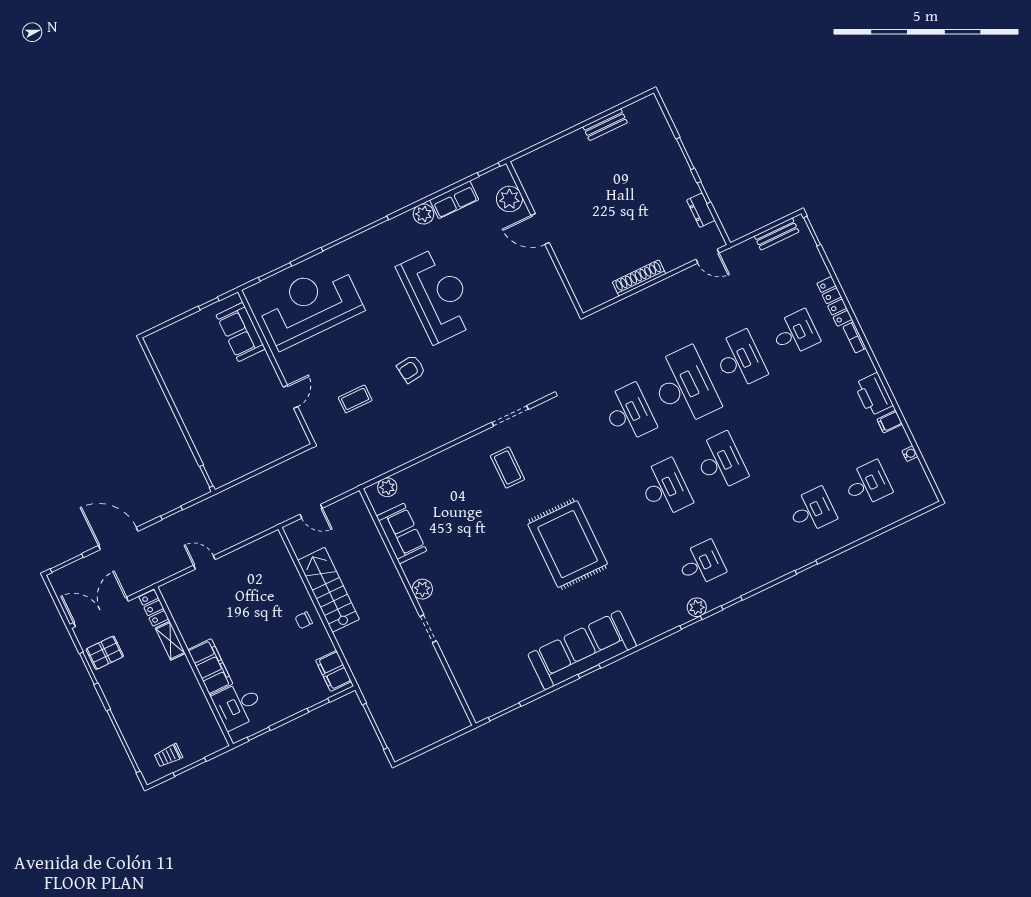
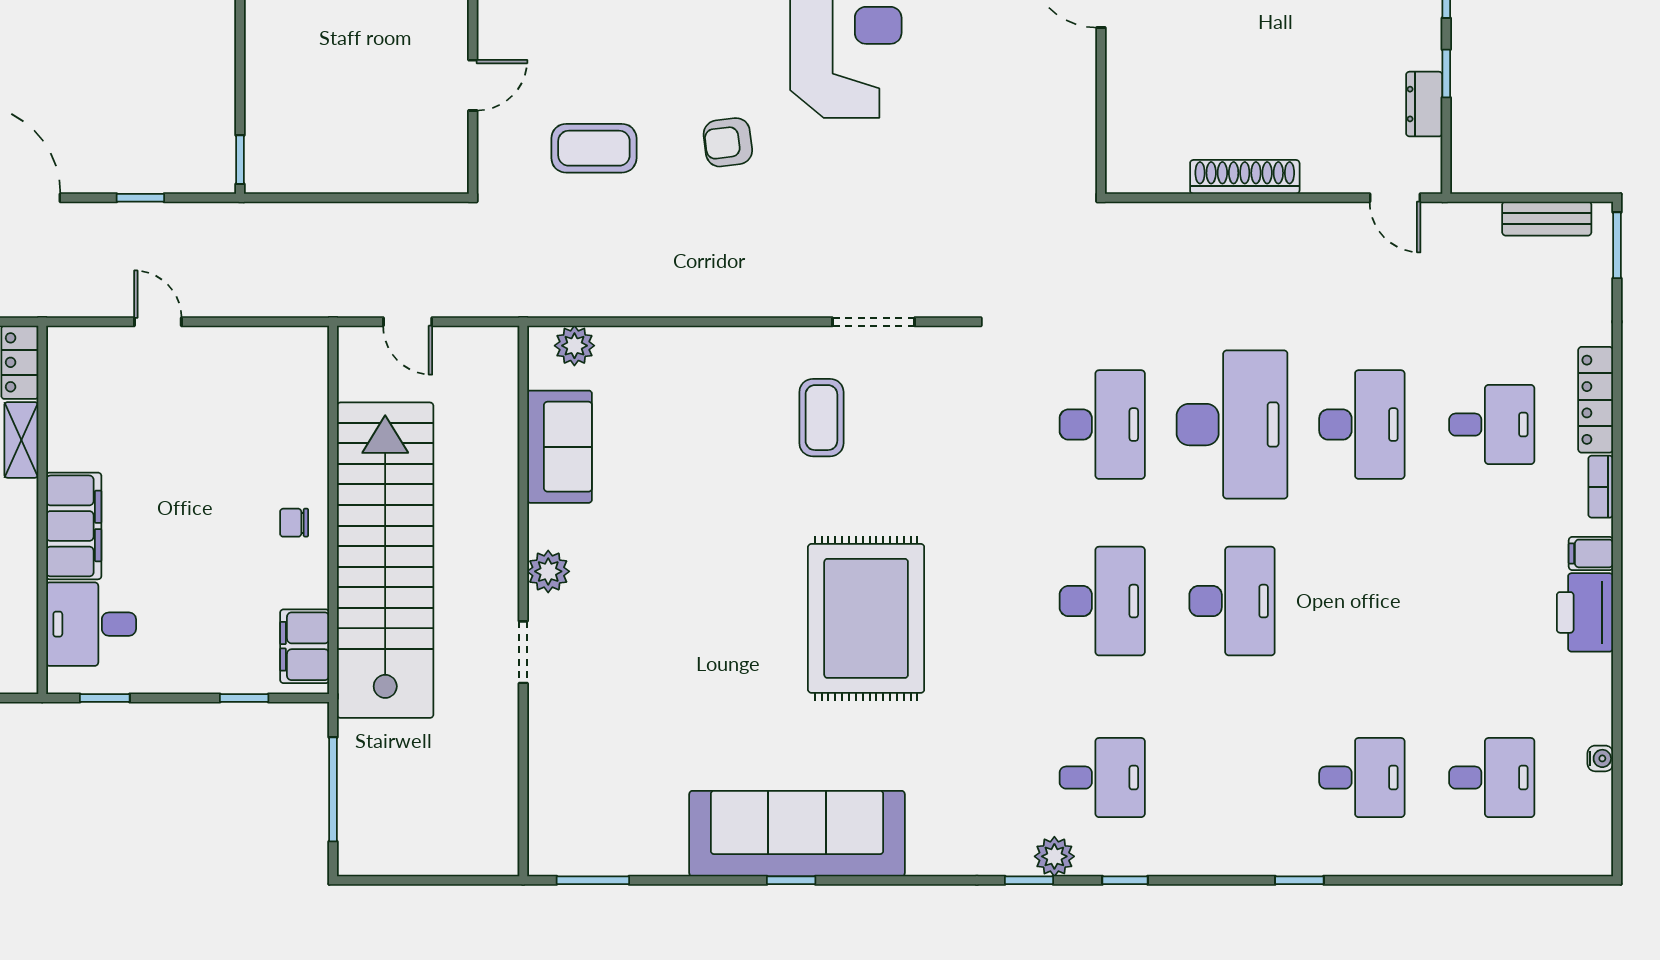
coffee table: (355, 399) -> (594, 148), width x1.36, depth x1.30
filing cabinet: (890, 422) -> (1591, 553), moved
stairs: (328, 590) -> (385, 560), width x1.86, depth x1.51

